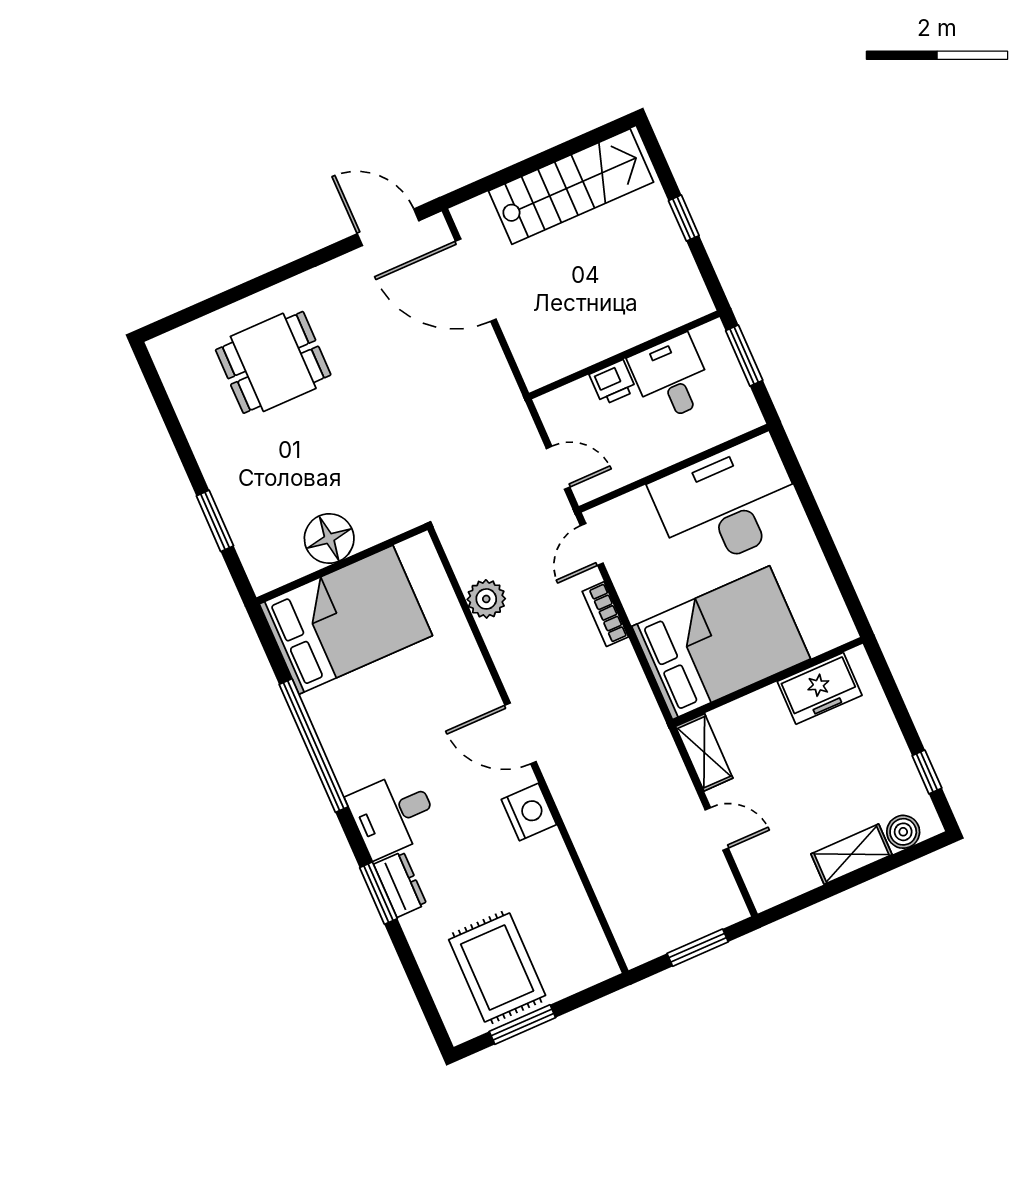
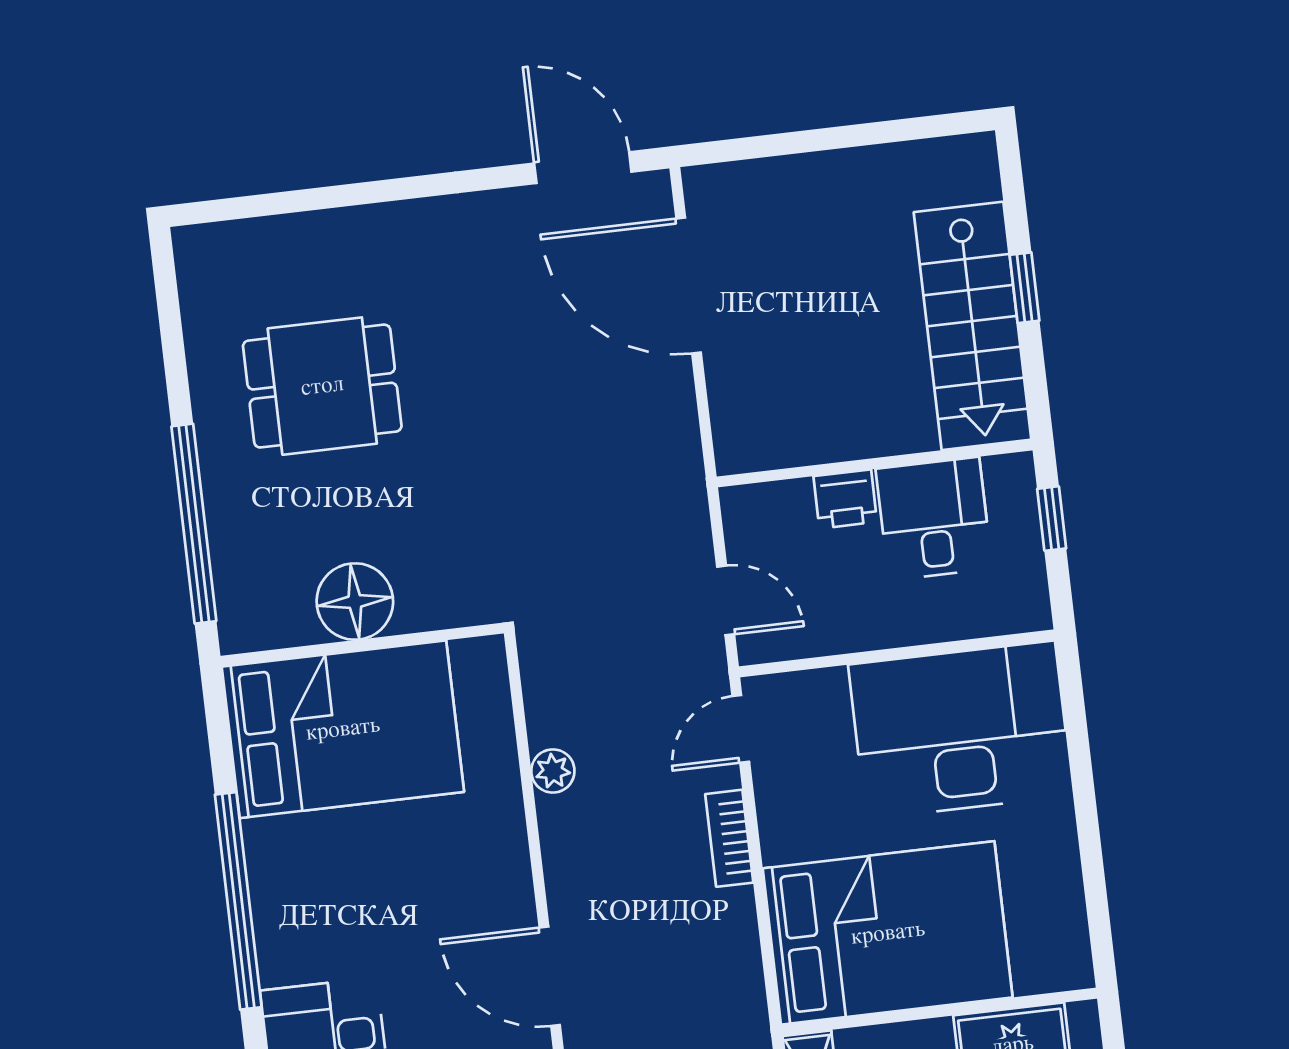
stairs: (571, 187) -> (973, 326), moved, turned 90
window: (744, 356) -> (1052, 519), width x0.67
dining table: (273, 362) -> (322, 386), moved
window: (215, 521) -> (194, 524), width x2.11
plant: (486, 599) -> (553, 771), width x0.73, depth x0.73

